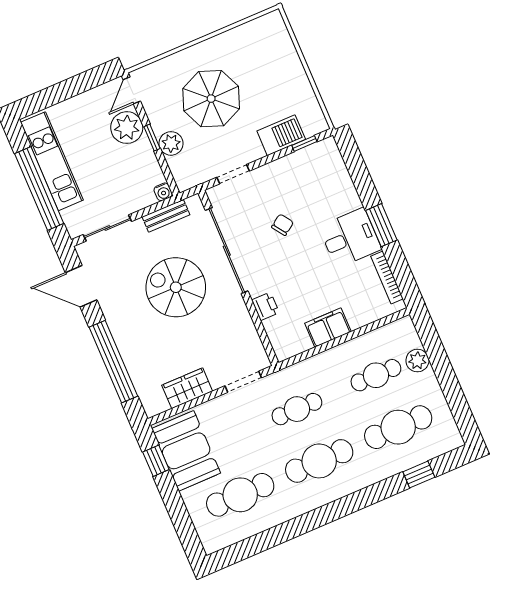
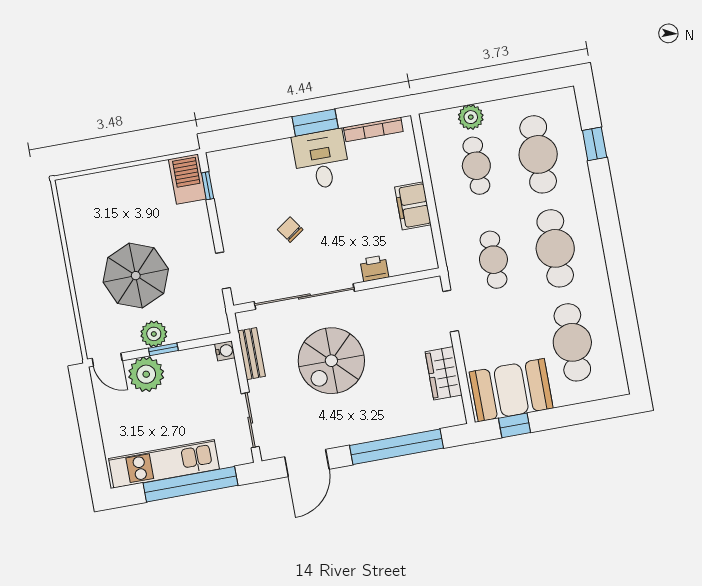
barbecue: (281, 135) -> (187, 179), moved
plant: (171, 143) -> (154, 334), moved

